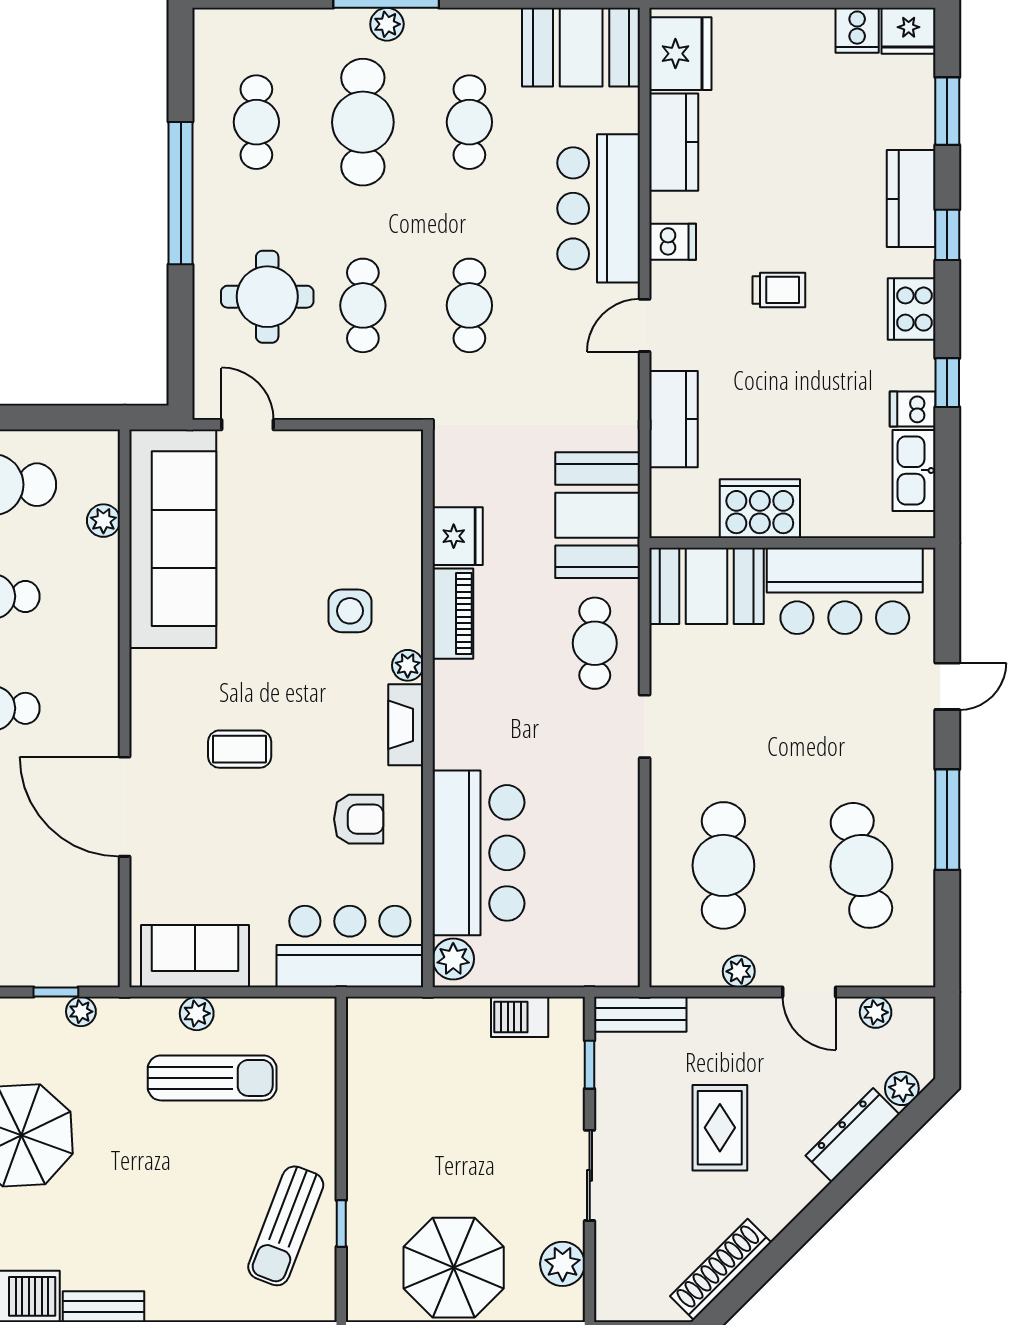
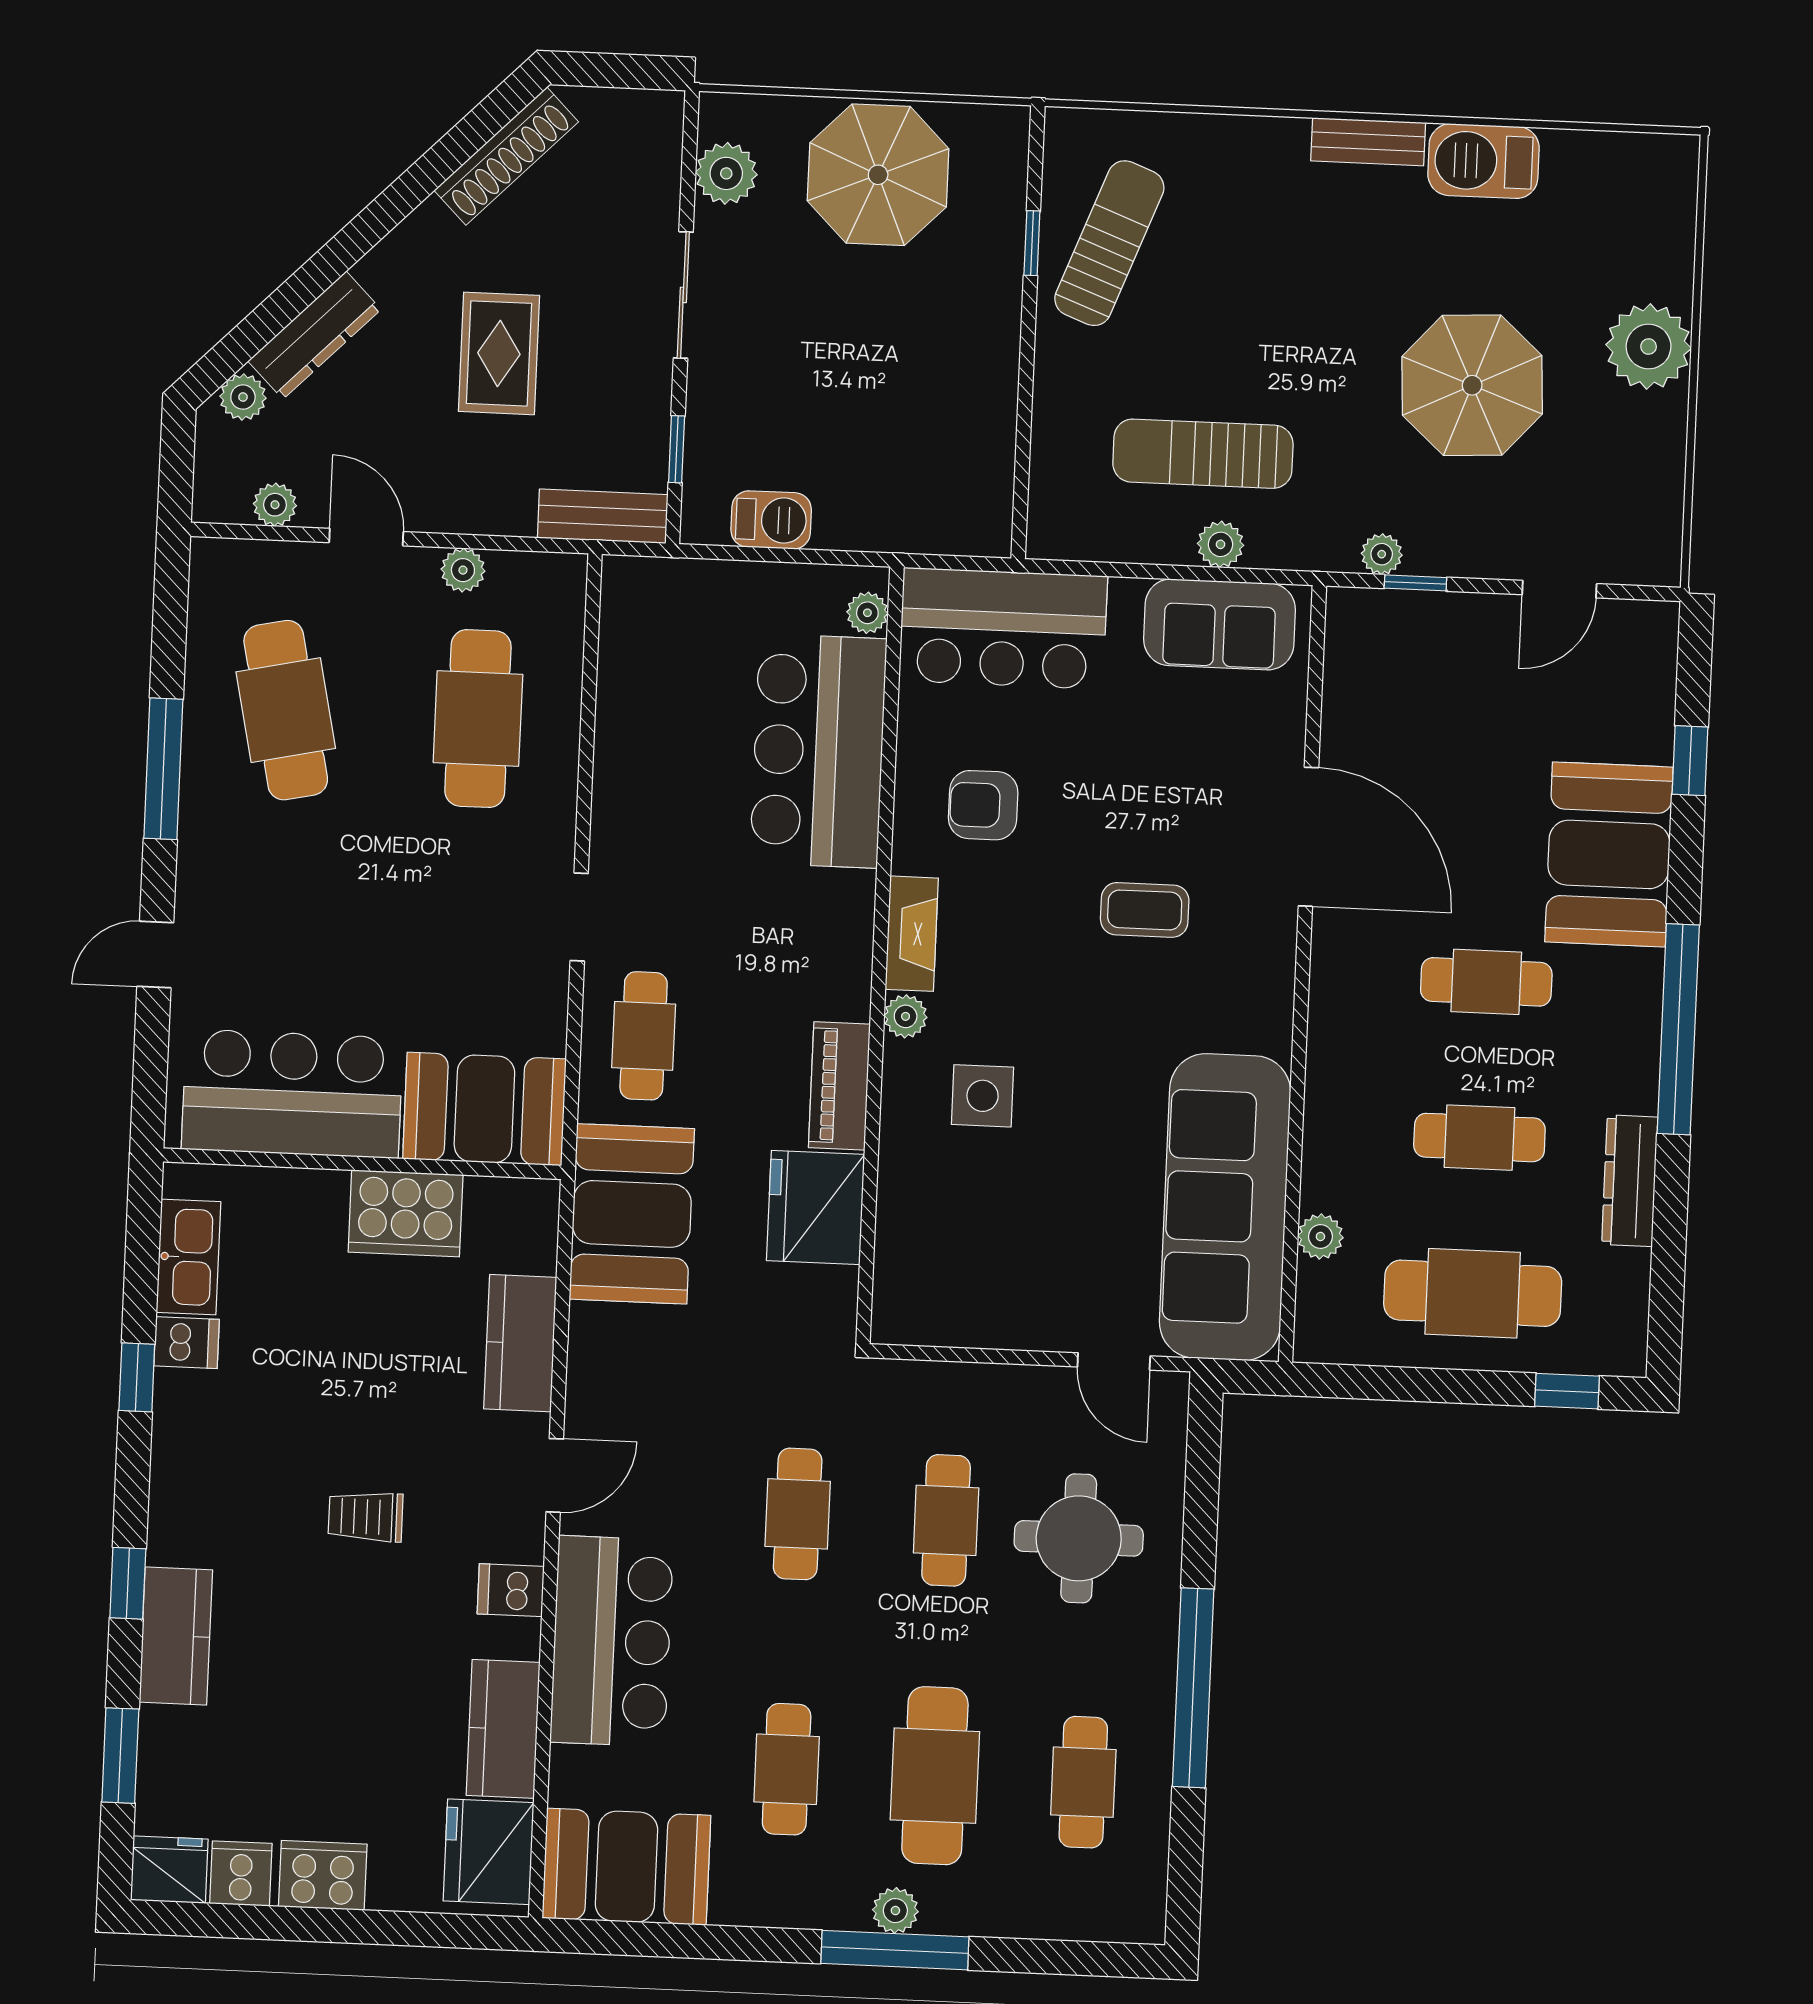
cooker: (912, 309) -> (323, 1875), moved, turned -90
fridge: (458, 536) -> (816, 1207), width x1.36, depth x1.34
plant: (453, 959) -> (867, 613), width x0.73, depth x0.73

